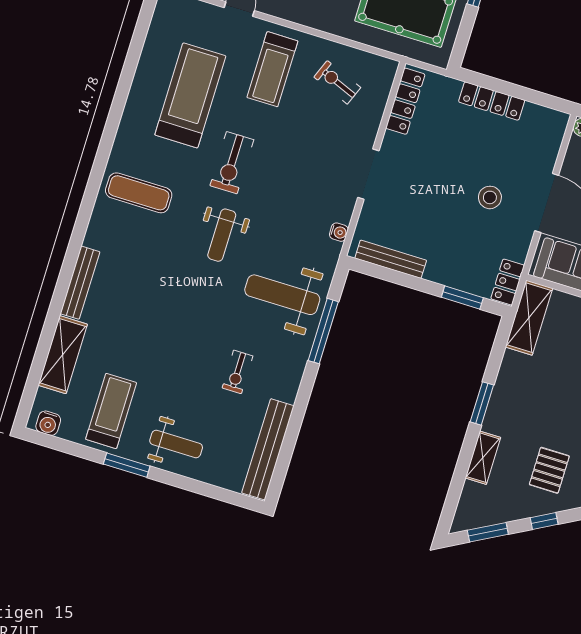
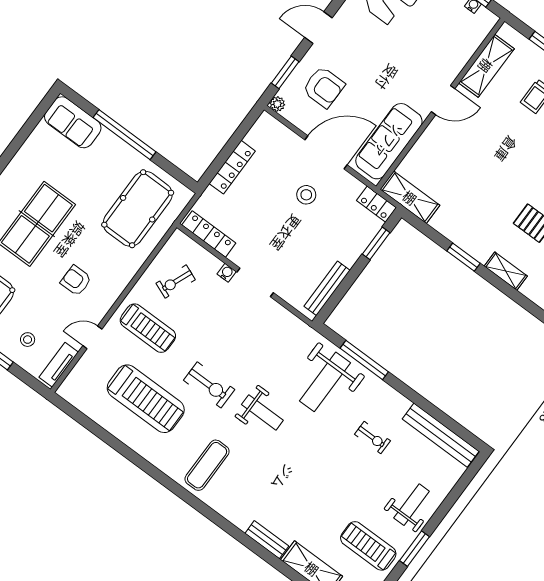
treadmill: (190, 95) -> (146, 399), turned 180
water cooler: (339, 232) -> (227, 273), moved
bench: (80, 283) -> (267, 540), width x0.73

